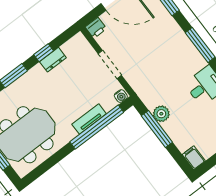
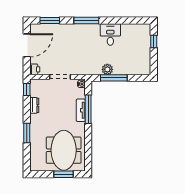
window: (44, 53) -> (27, 90), moved
window: (97, 127) -> (88, 109), width x0.68
filing cabinet: (194, 158) -> (144, 70), removed

